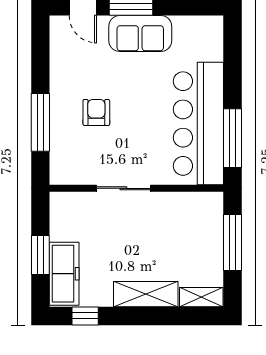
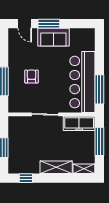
freezer: (64, 274) -> (79, 123), moved, turned 90

